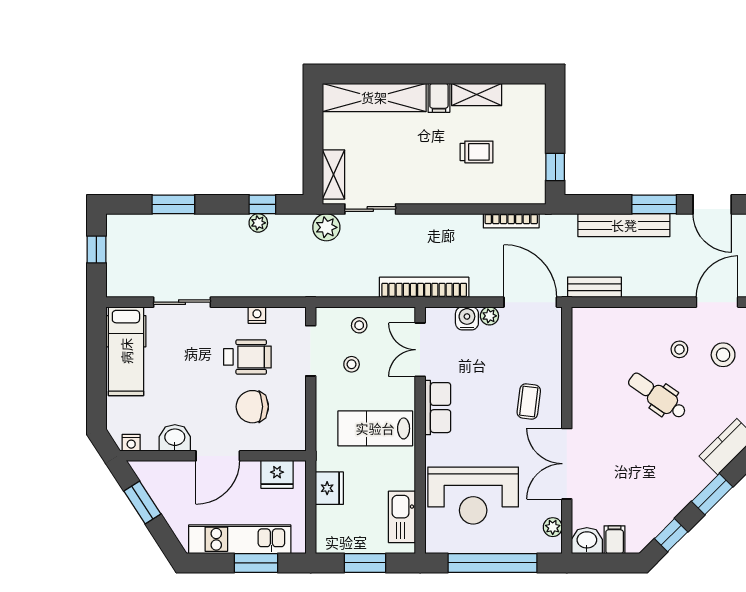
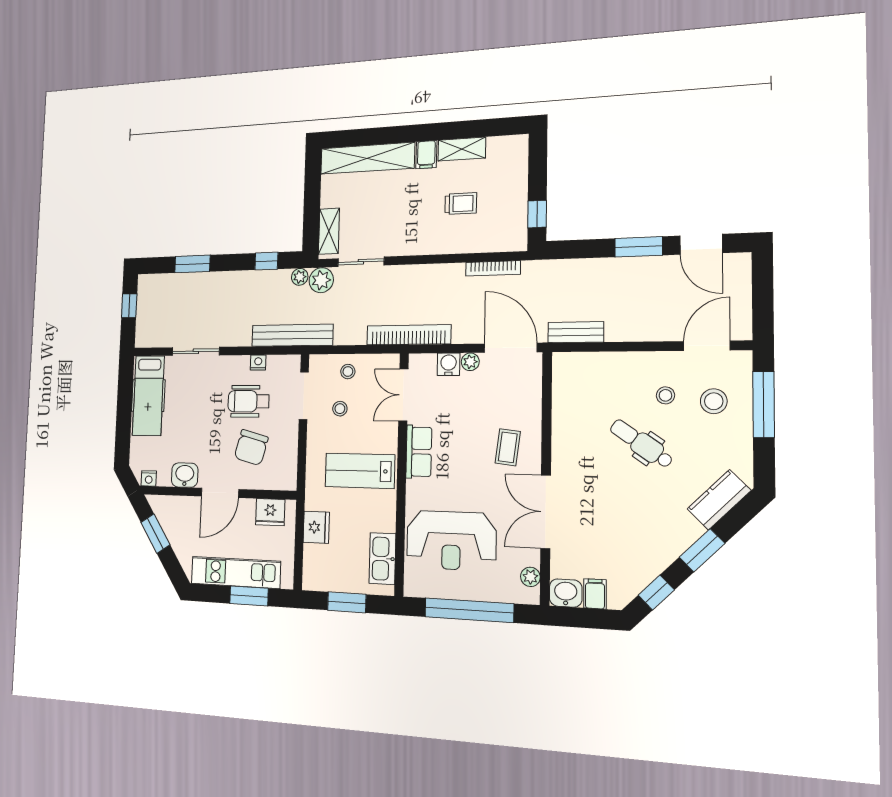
plant: (258, 223) -> (300, 277), moved
bench: (624, 225) -> (292, 335), moved
wheelchair: (247, 357) -> (249, 401), turned 180
chair: (252, 407) -> (251, 448), turned -75

